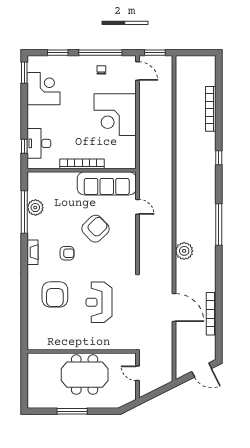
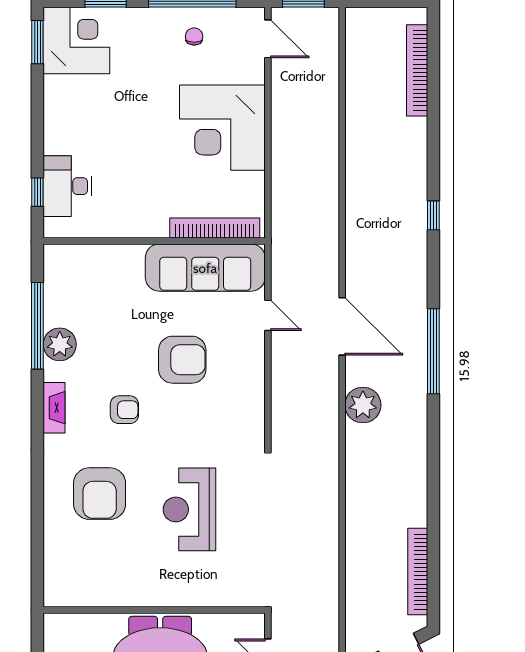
corner desk: (44, 89) -> (76, 41), moved
bookcase: (211, 109) -> (417, 70), moved
bookcase: (82, 164) -> (215, 228), moved
plant: (35, 208) -> (60, 344), moved
armchair: (95, 229) -> (182, 360), turned 44
door: (174, 308) -> (342, 326), moved
bookcase: (211, 314) -> (418, 572), moved

